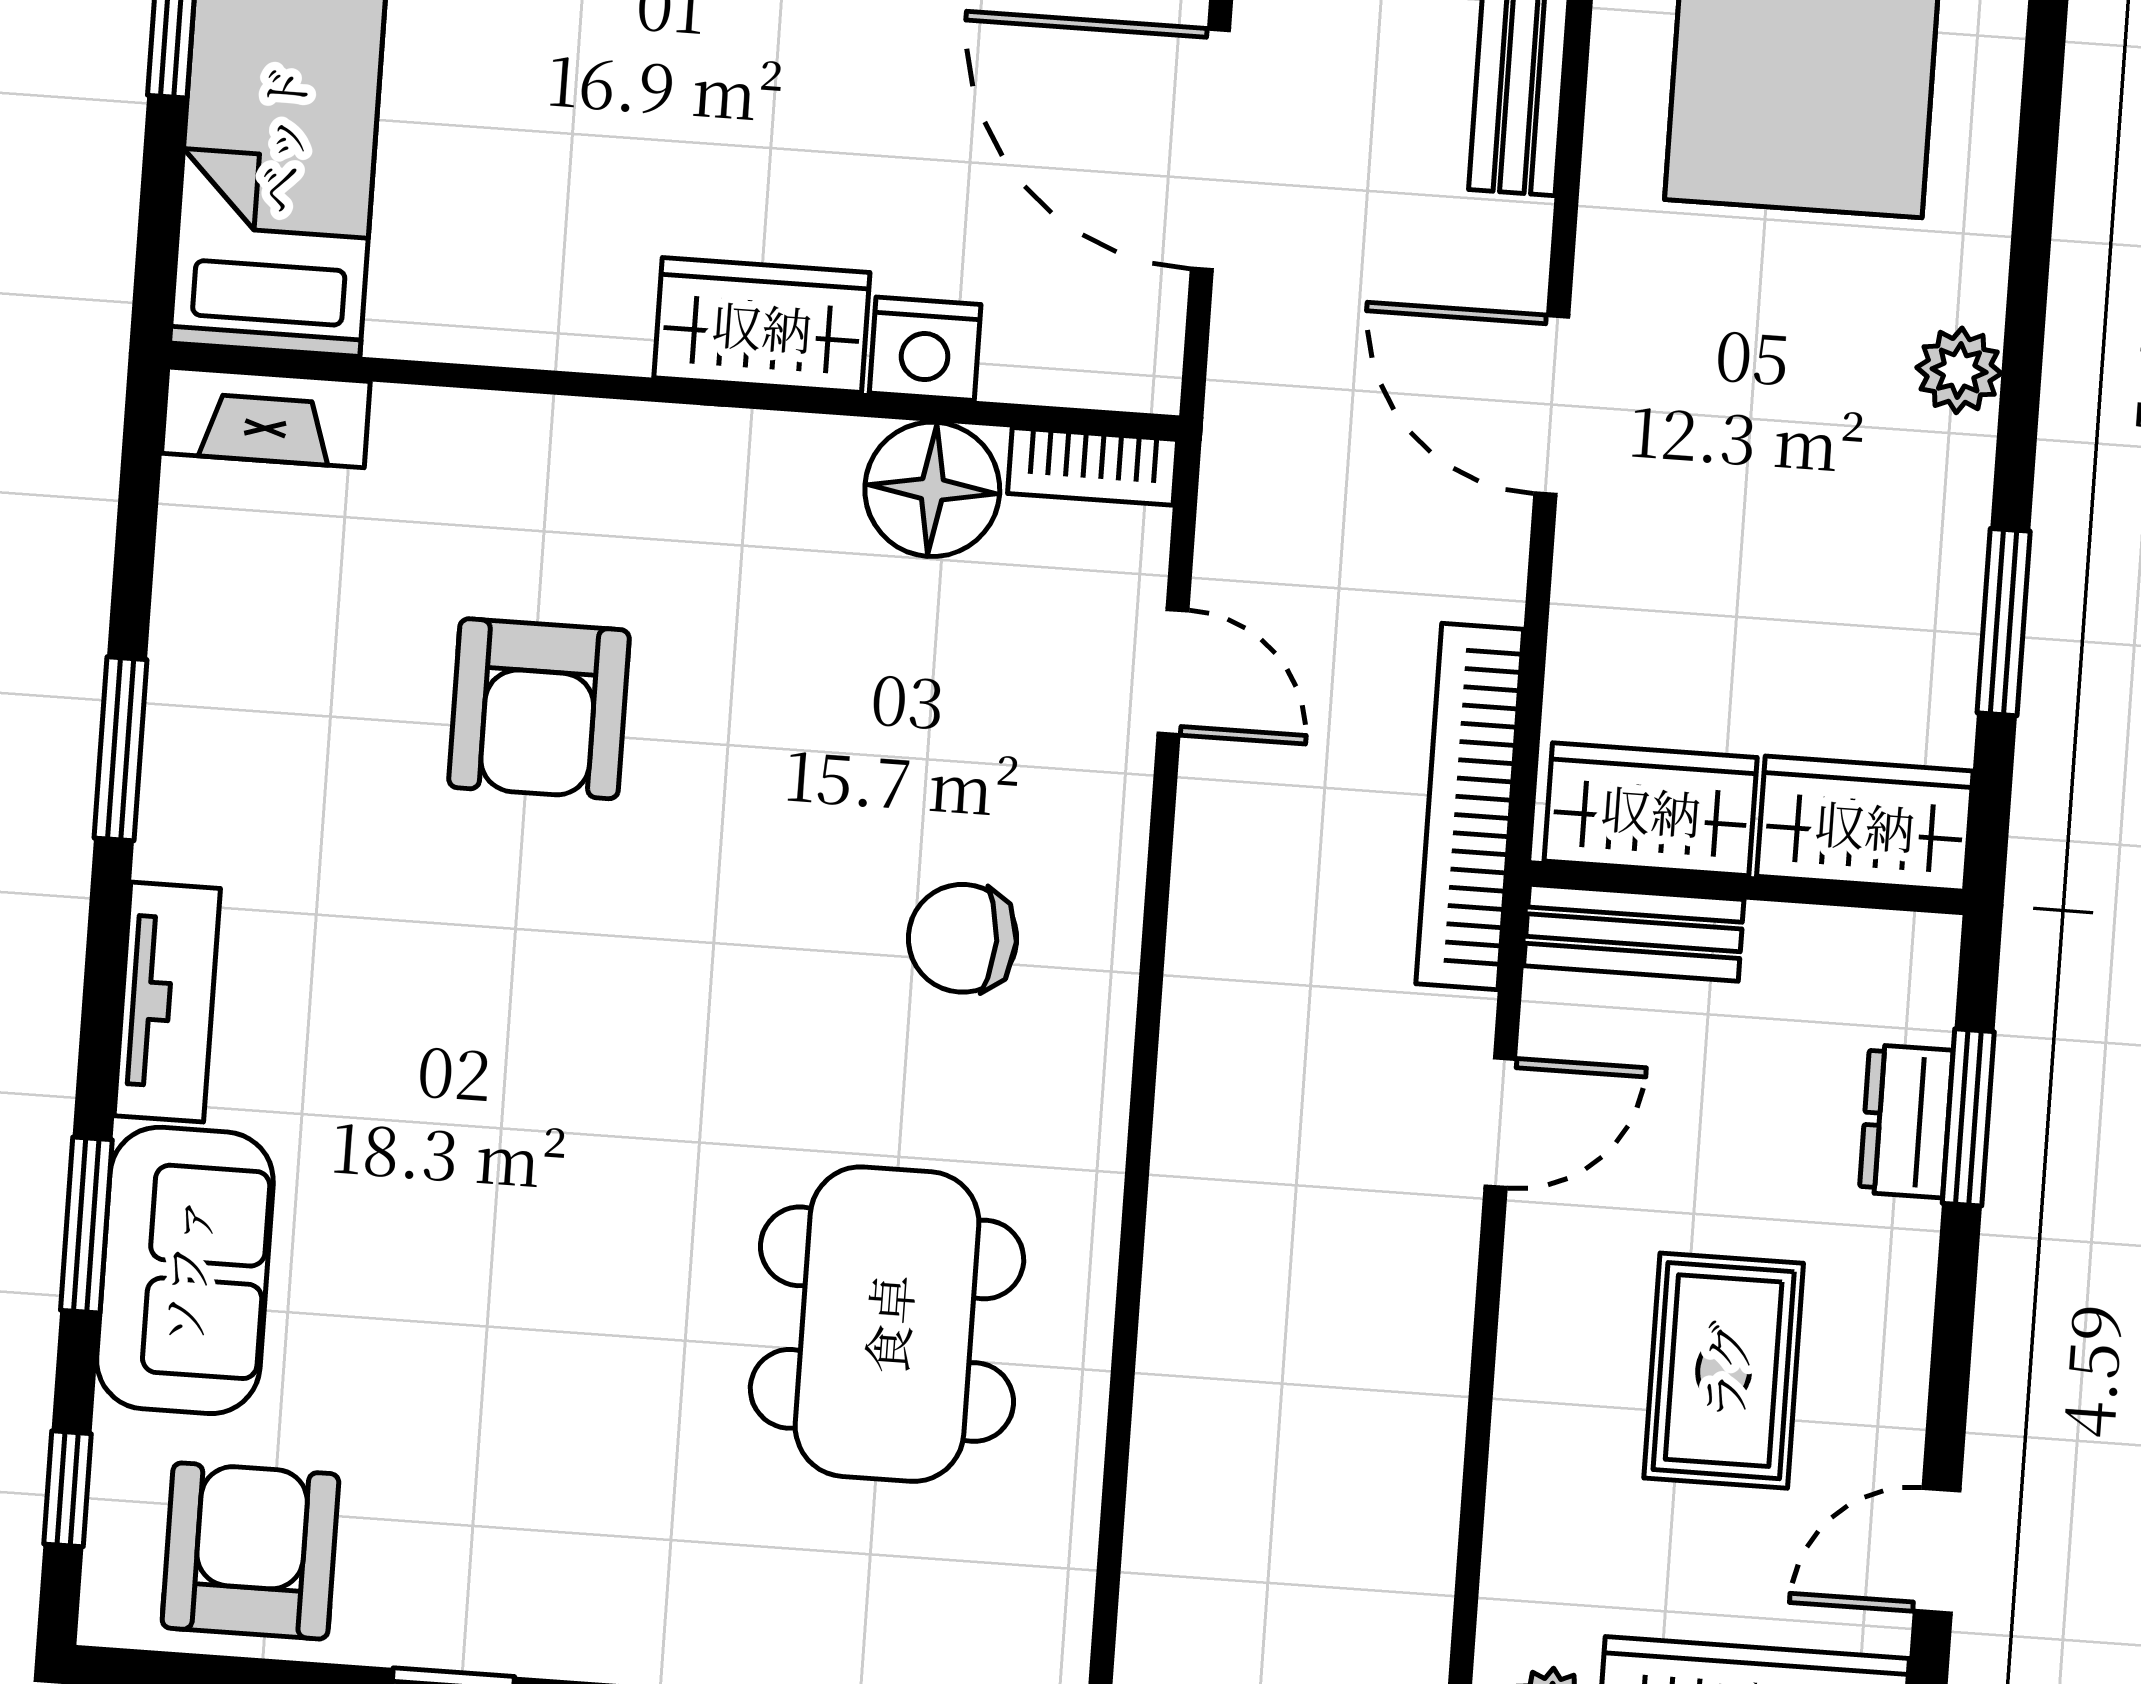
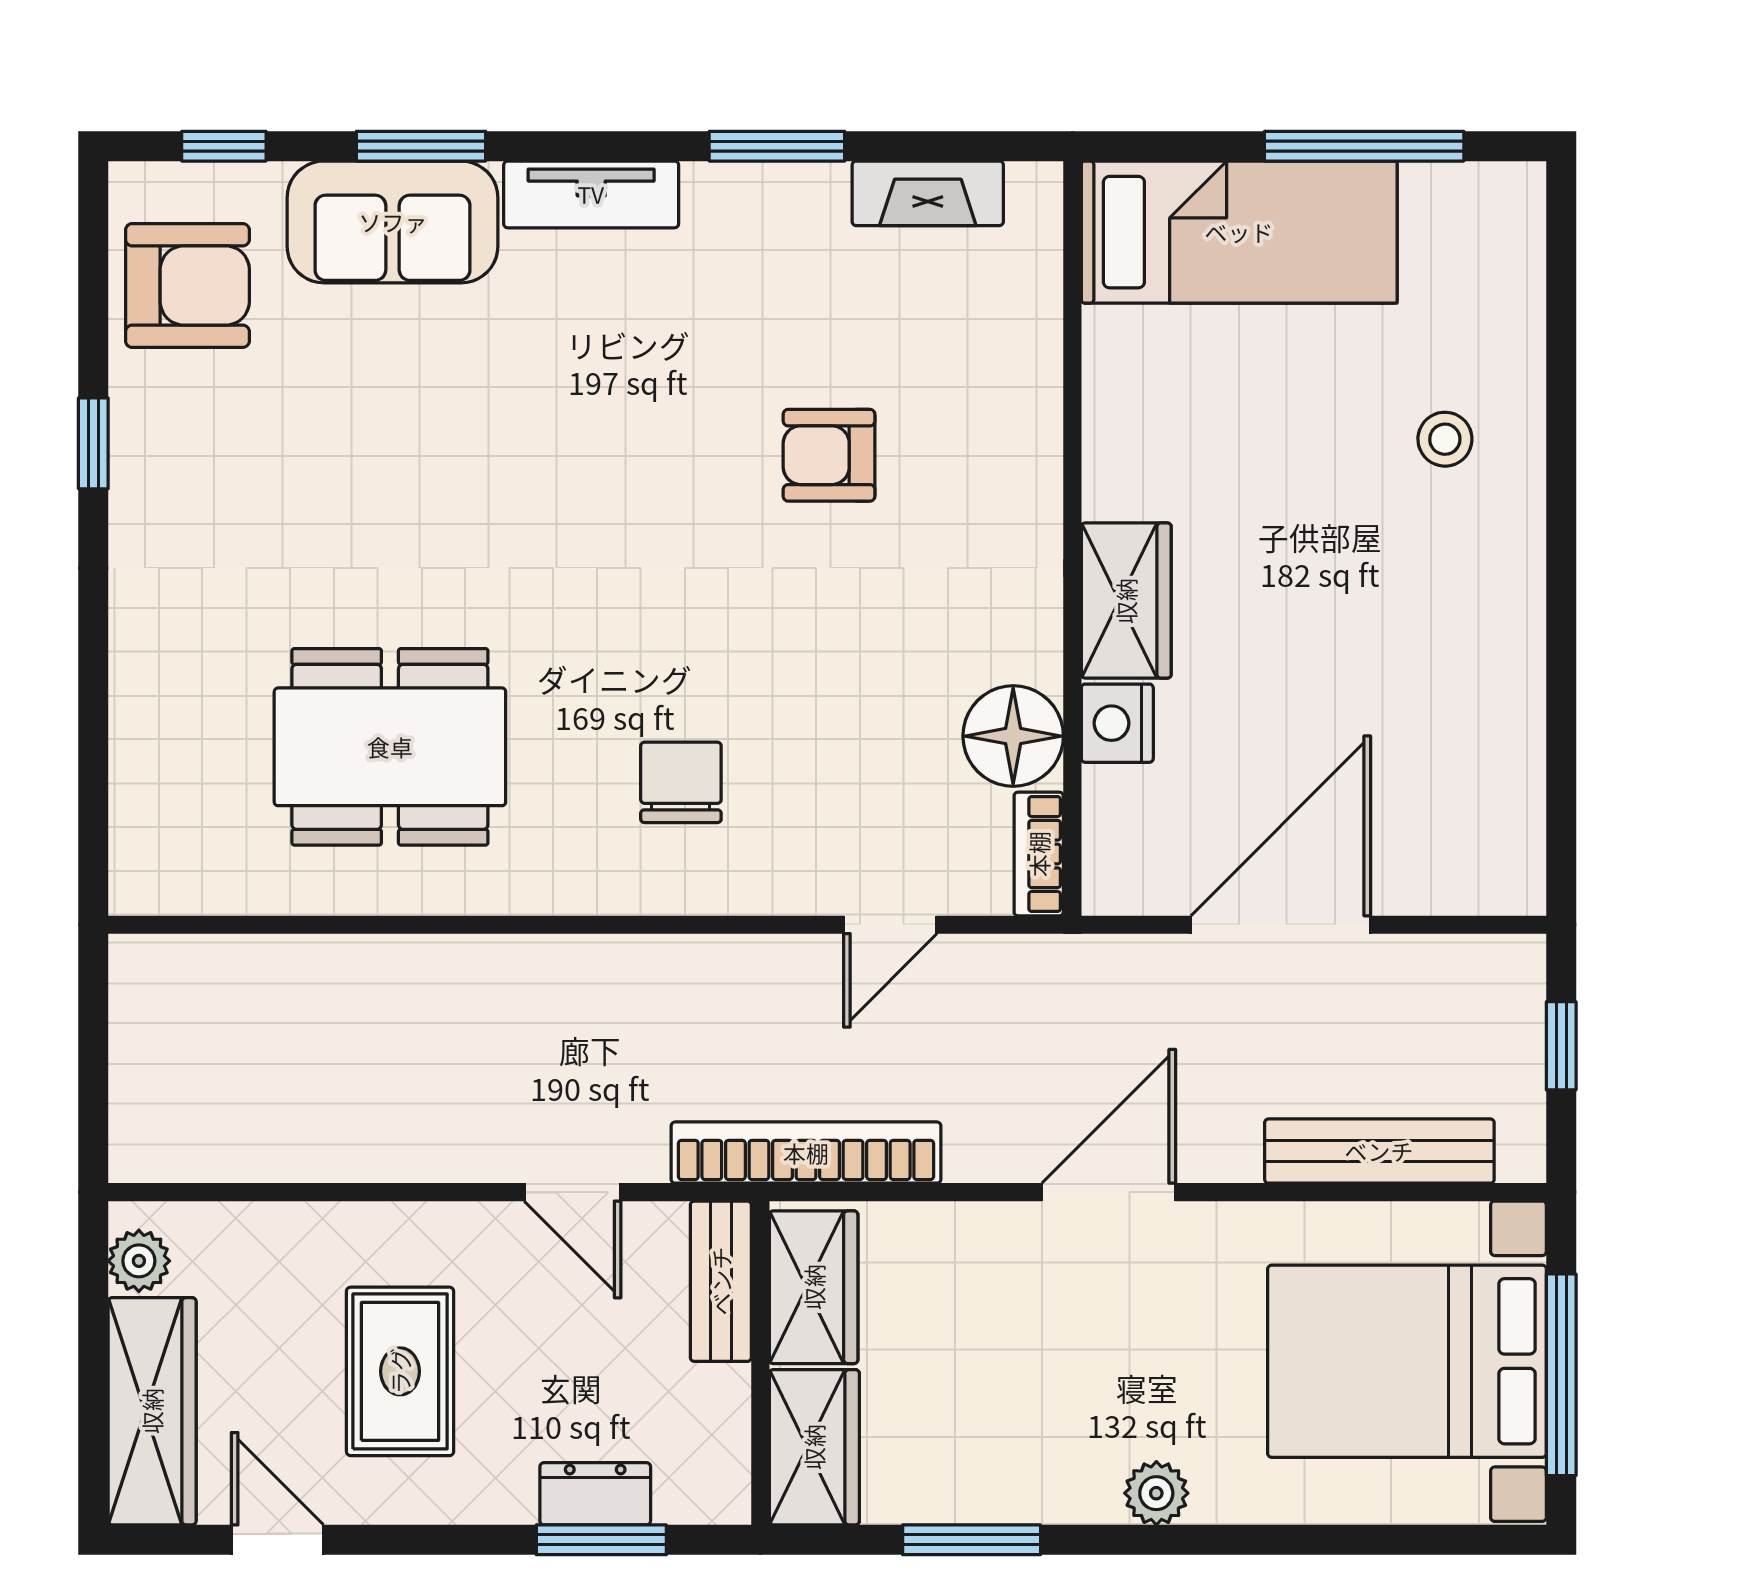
fireplace: (266, 417) -> (928, 193), moved, turned -90
armchair: (539, 709) -> (829, 455), width x0.72, depth x0.72
rug: (1724, 1371) -> (400, 1371), turned 90

